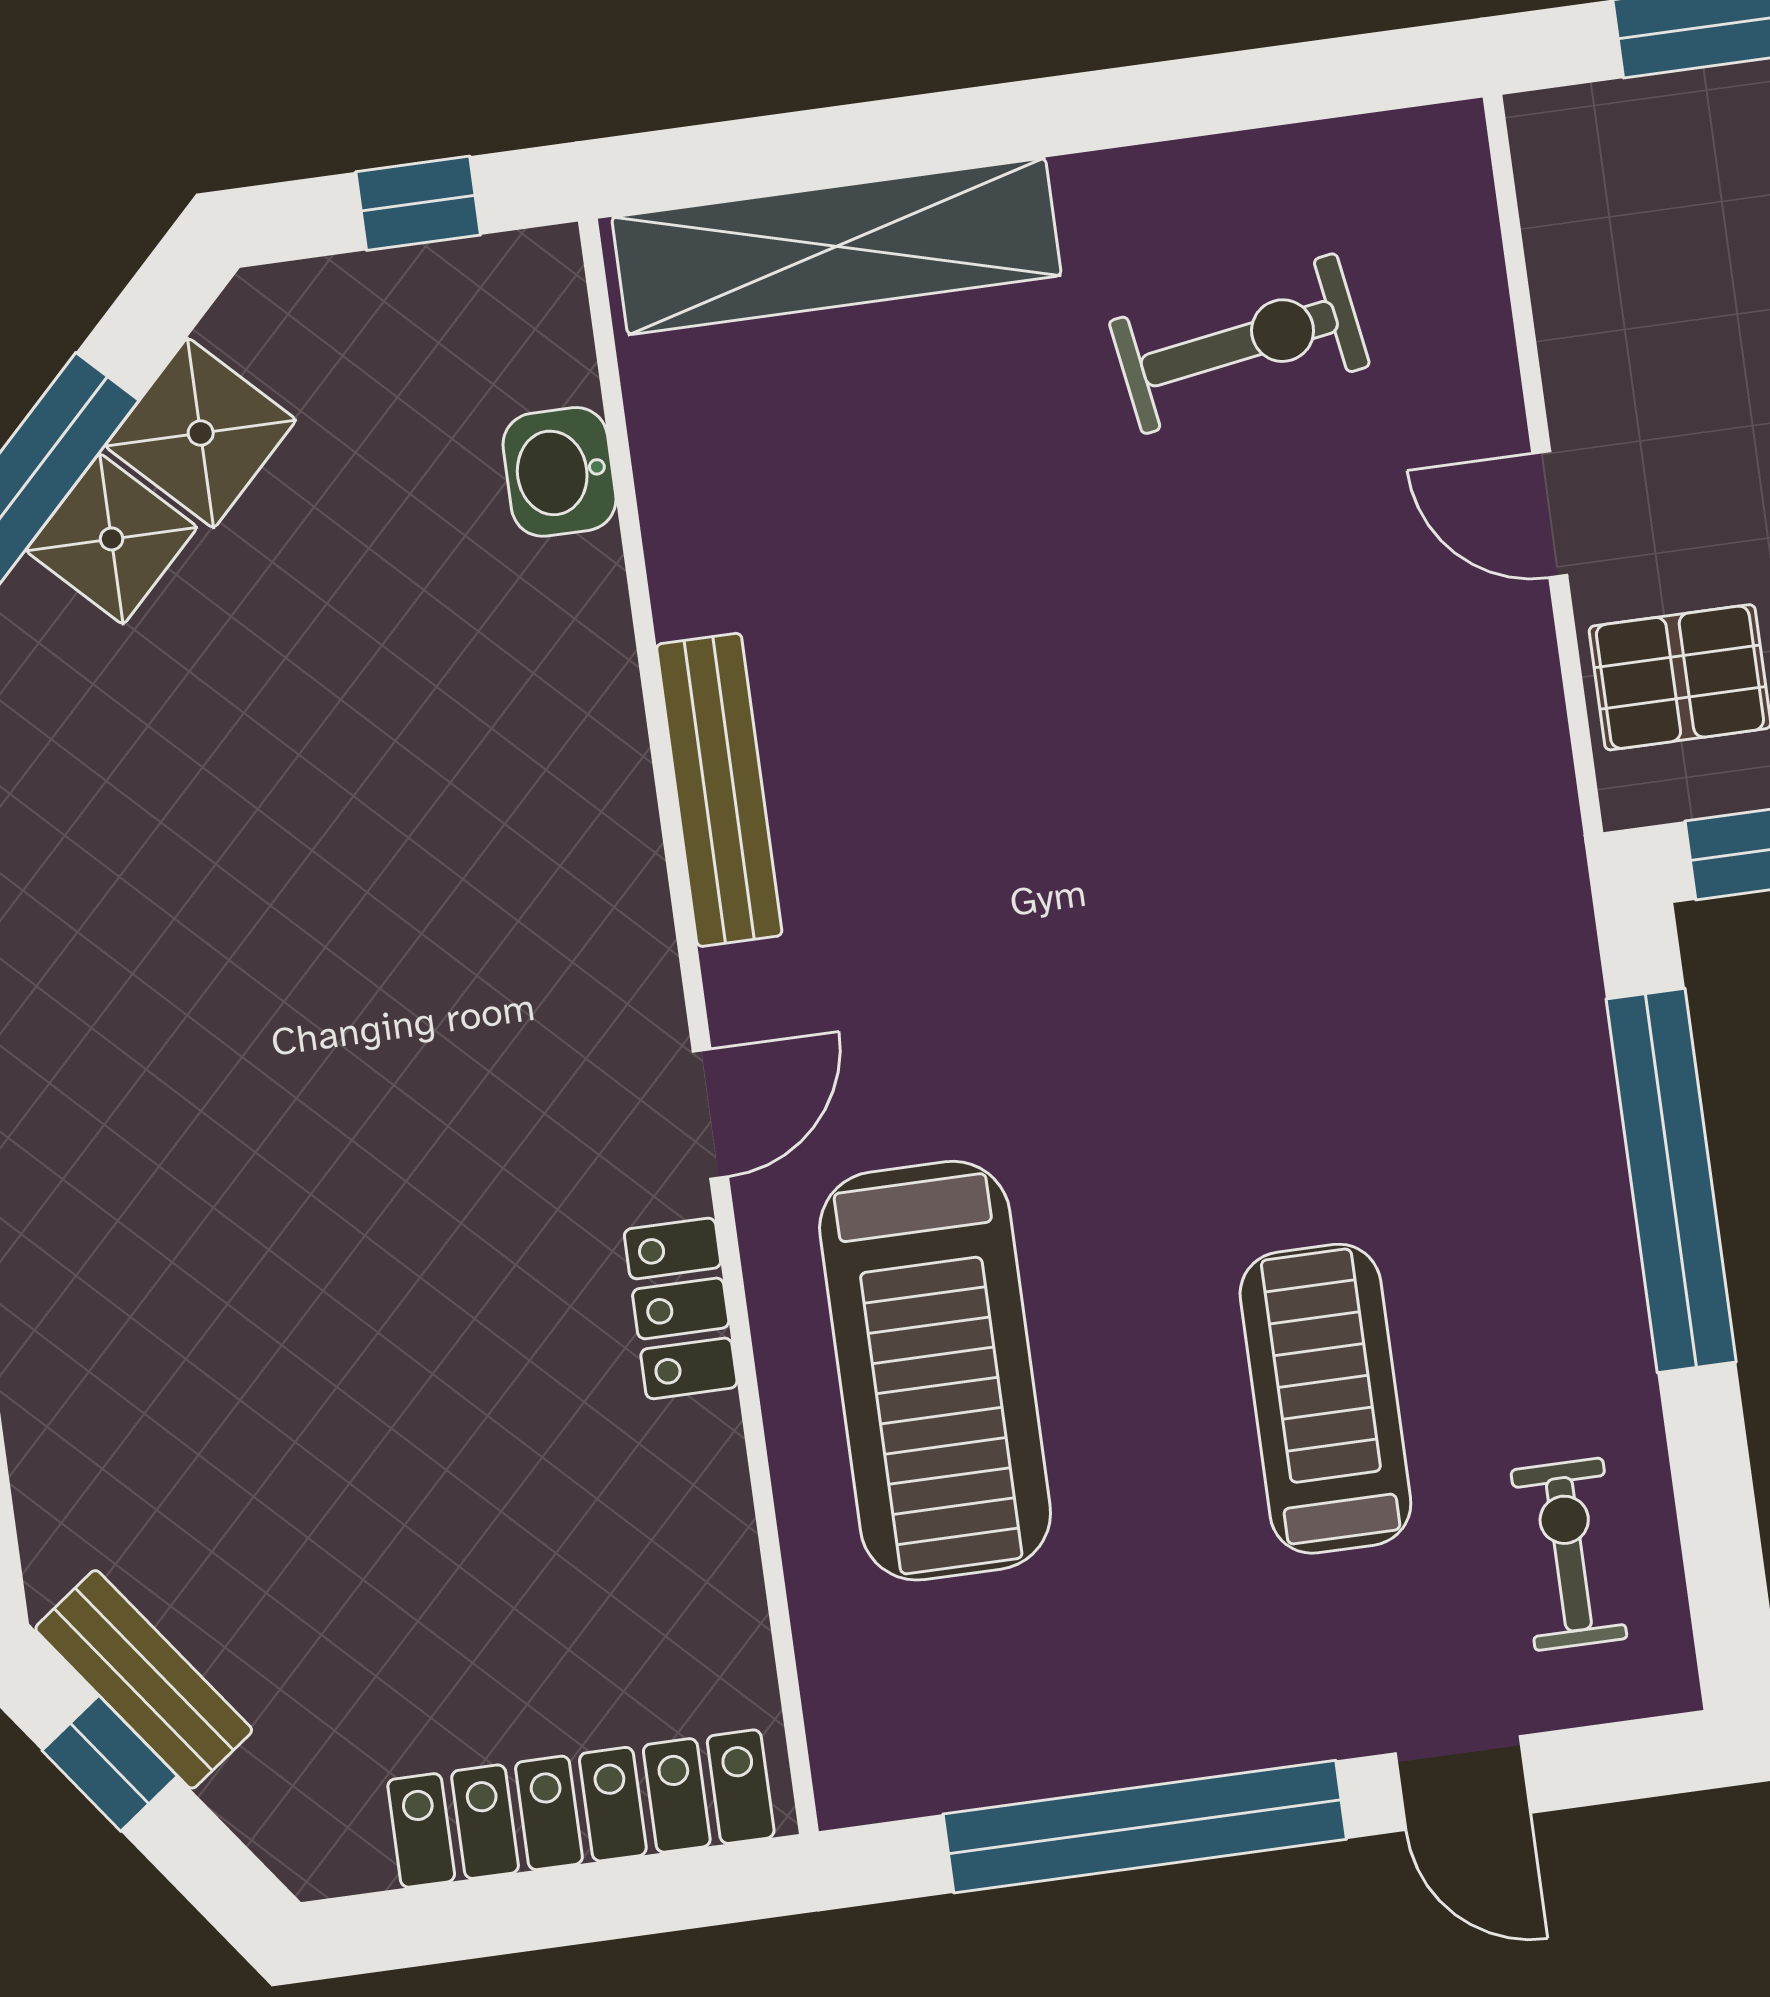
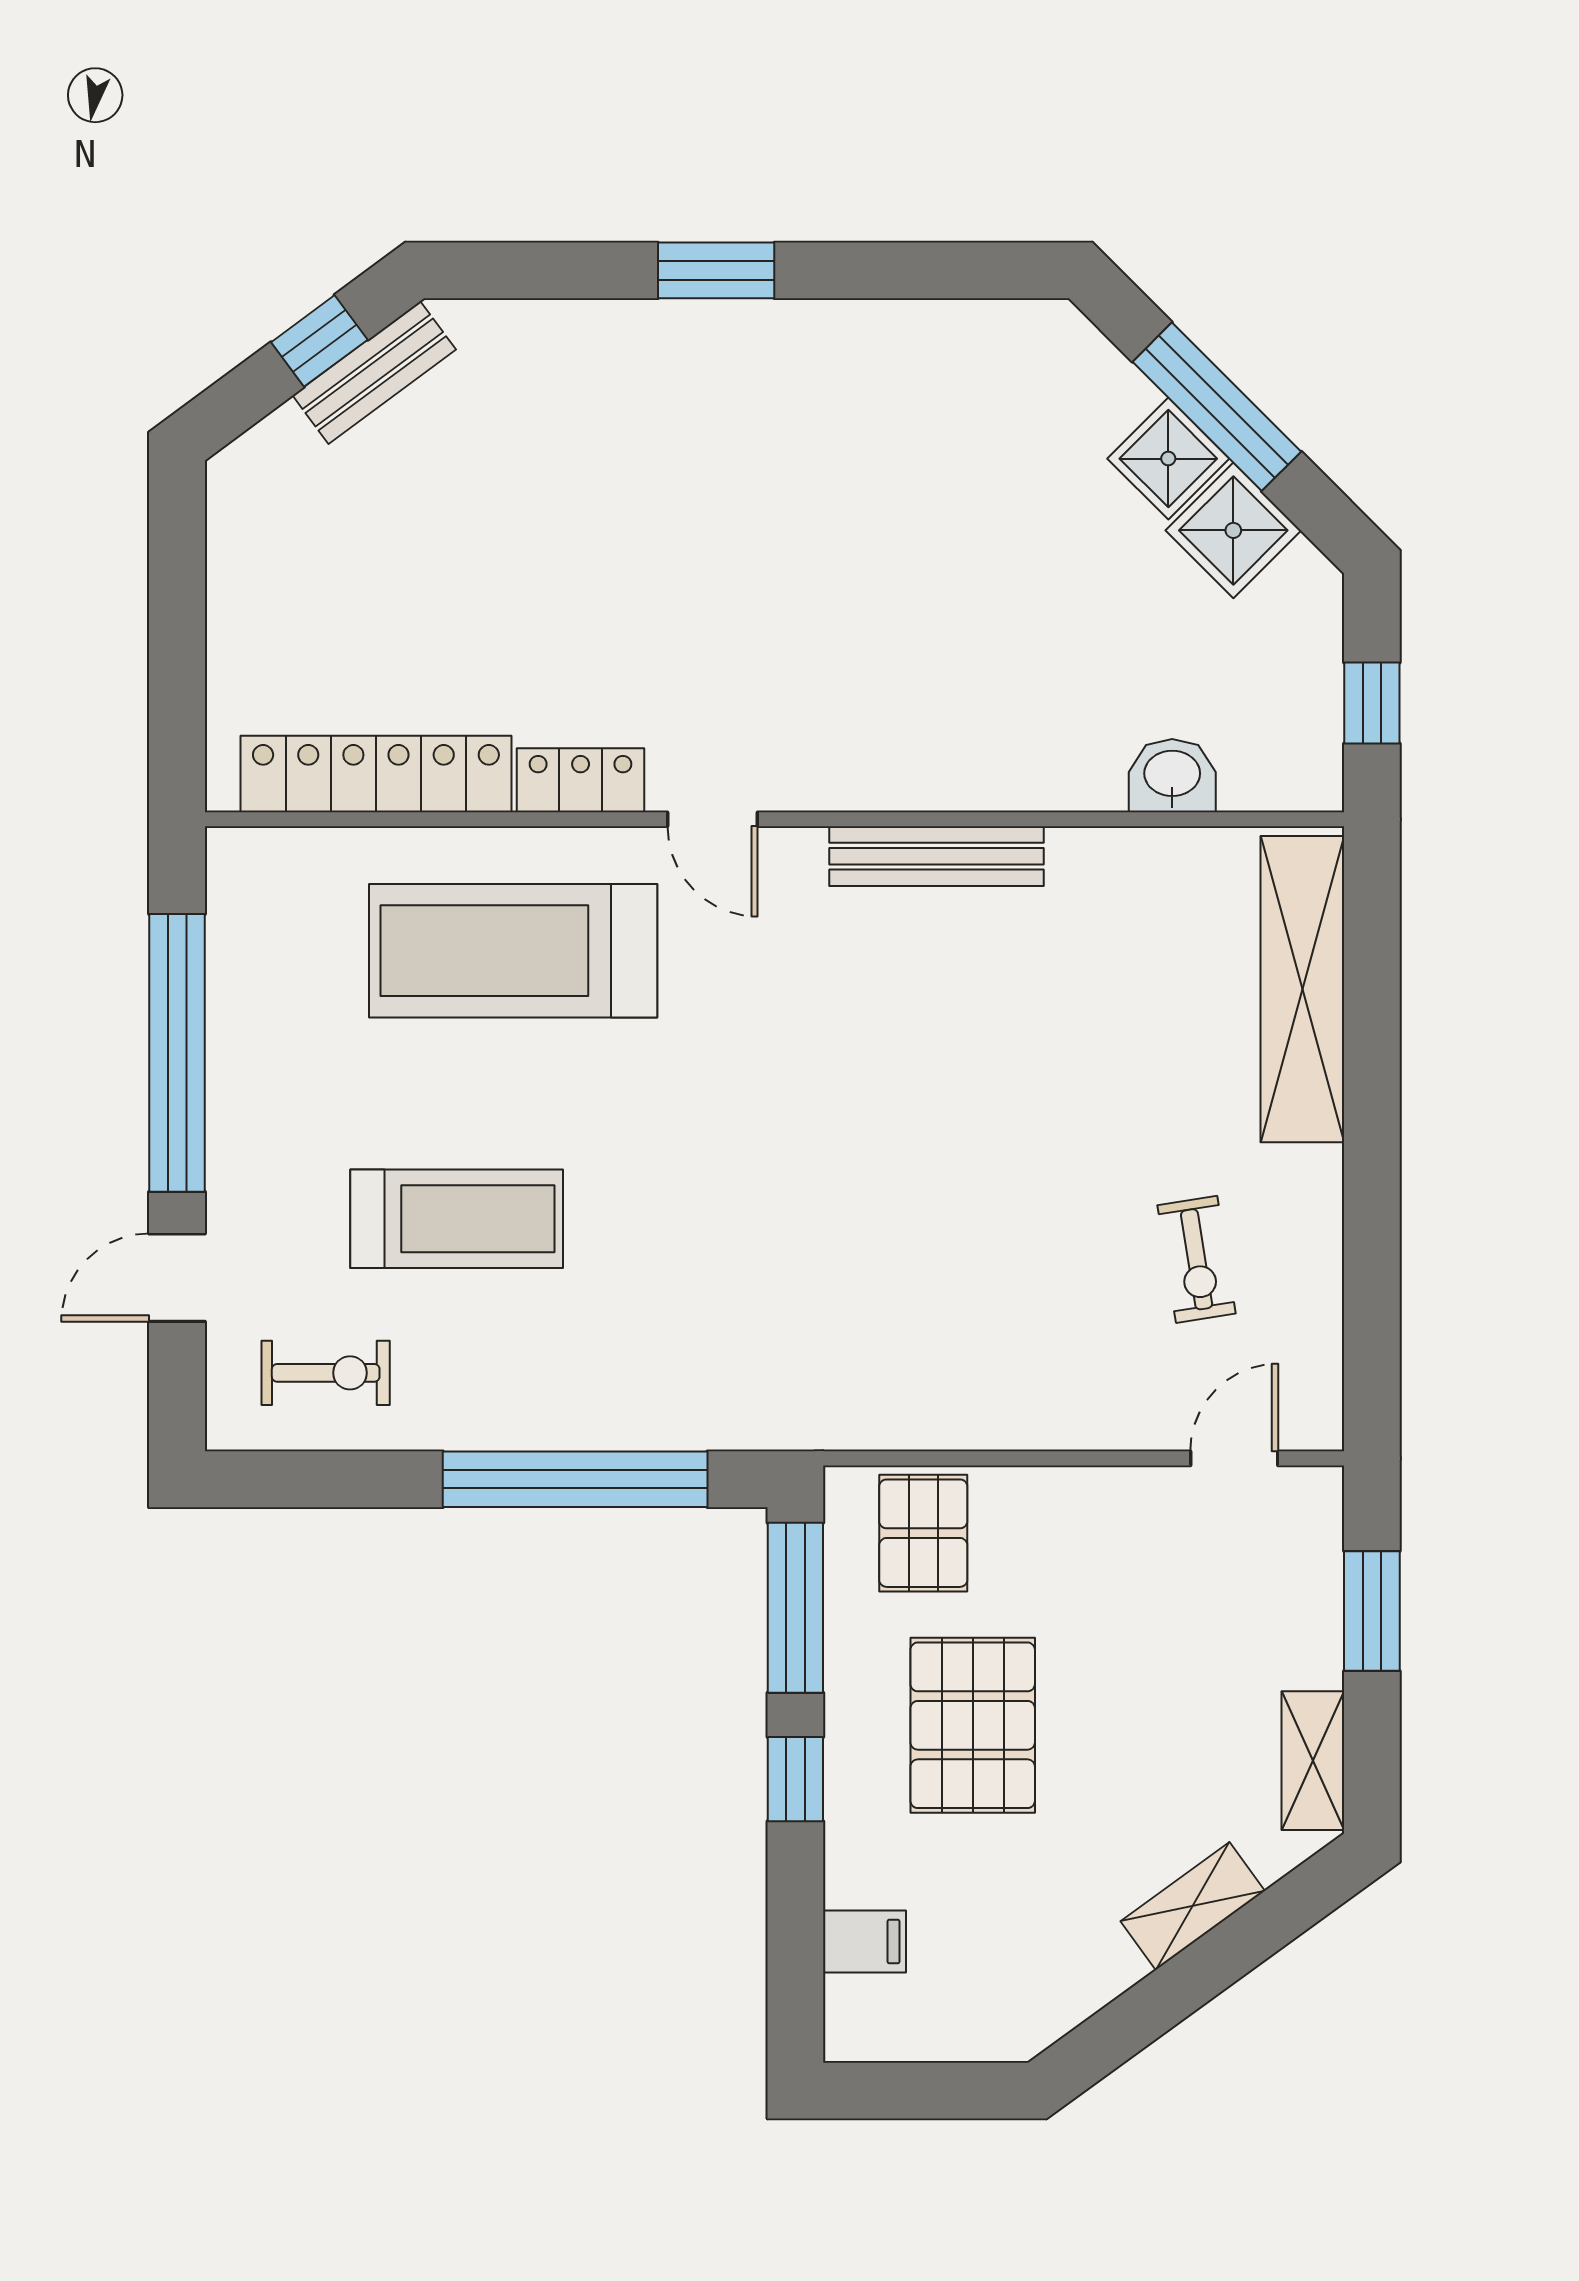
exercise bike: (1239, 344) -> (1197, 1259), width x0.73, depth x0.72
door: (1550, 514) -> (1234, 1458), moved
locker: (581, 1809) -> (376, 774), moved, turned -90

